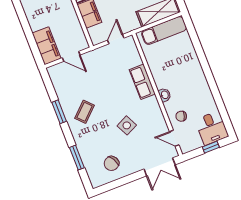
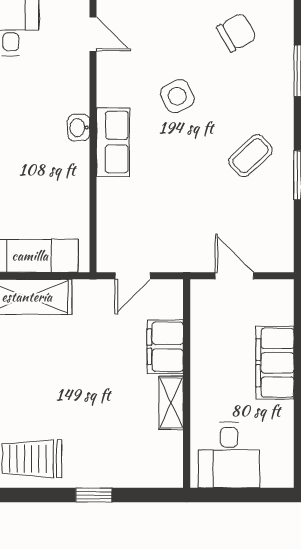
filing cabinet: (47, 46) -> (275, 363), moved
row of seats: (142, 82) -> (113, 142), moved
chair: (181, 116) -> (62, 73), removed

